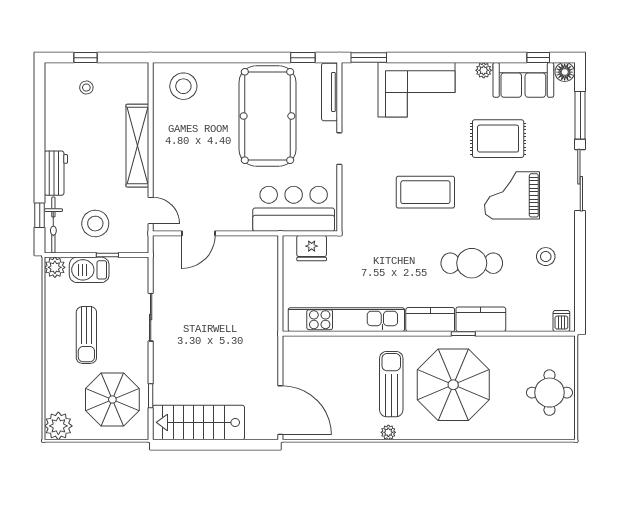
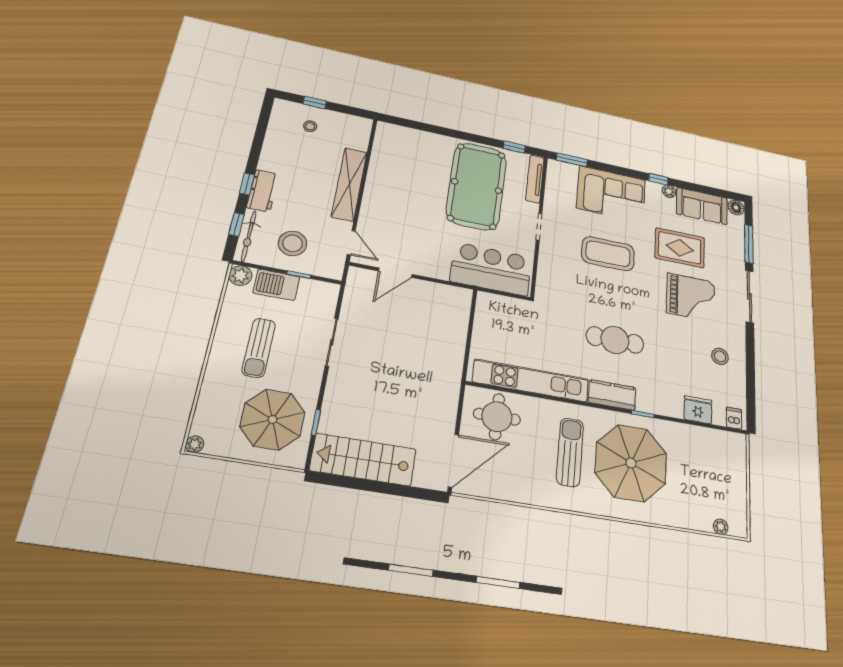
window: (538, 58) -> (658, 179), moved
stool: (183, 86) -> (402, 145), removed
window: (40, 169) -> (247, 184), added
coffee table: (425, 192) -> (608, 254), moved
grand piano: (512, 195) -> (691, 297), turned 180
fridge: (312, 248) -> (698, 410), moved, turned 180
cafe table: (472, 263) -> (615, 340), moved
kitchen counter: (481, 319) -> (660, 403), removed
round table: (549, 393) -> (497, 417), moved
door: (280, 410) -> (453, 461), hinge flipped
plant: (58, 426) -> (195, 444), width x0.53, depth x0.53
plant: (388, 432) -> (721, 527), moved

